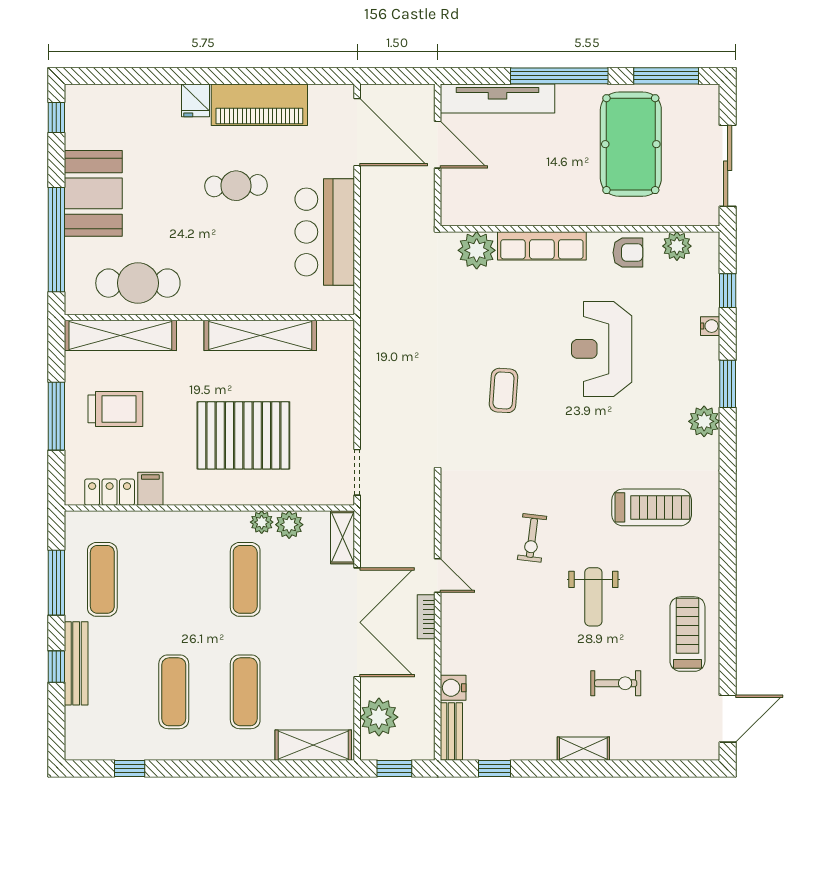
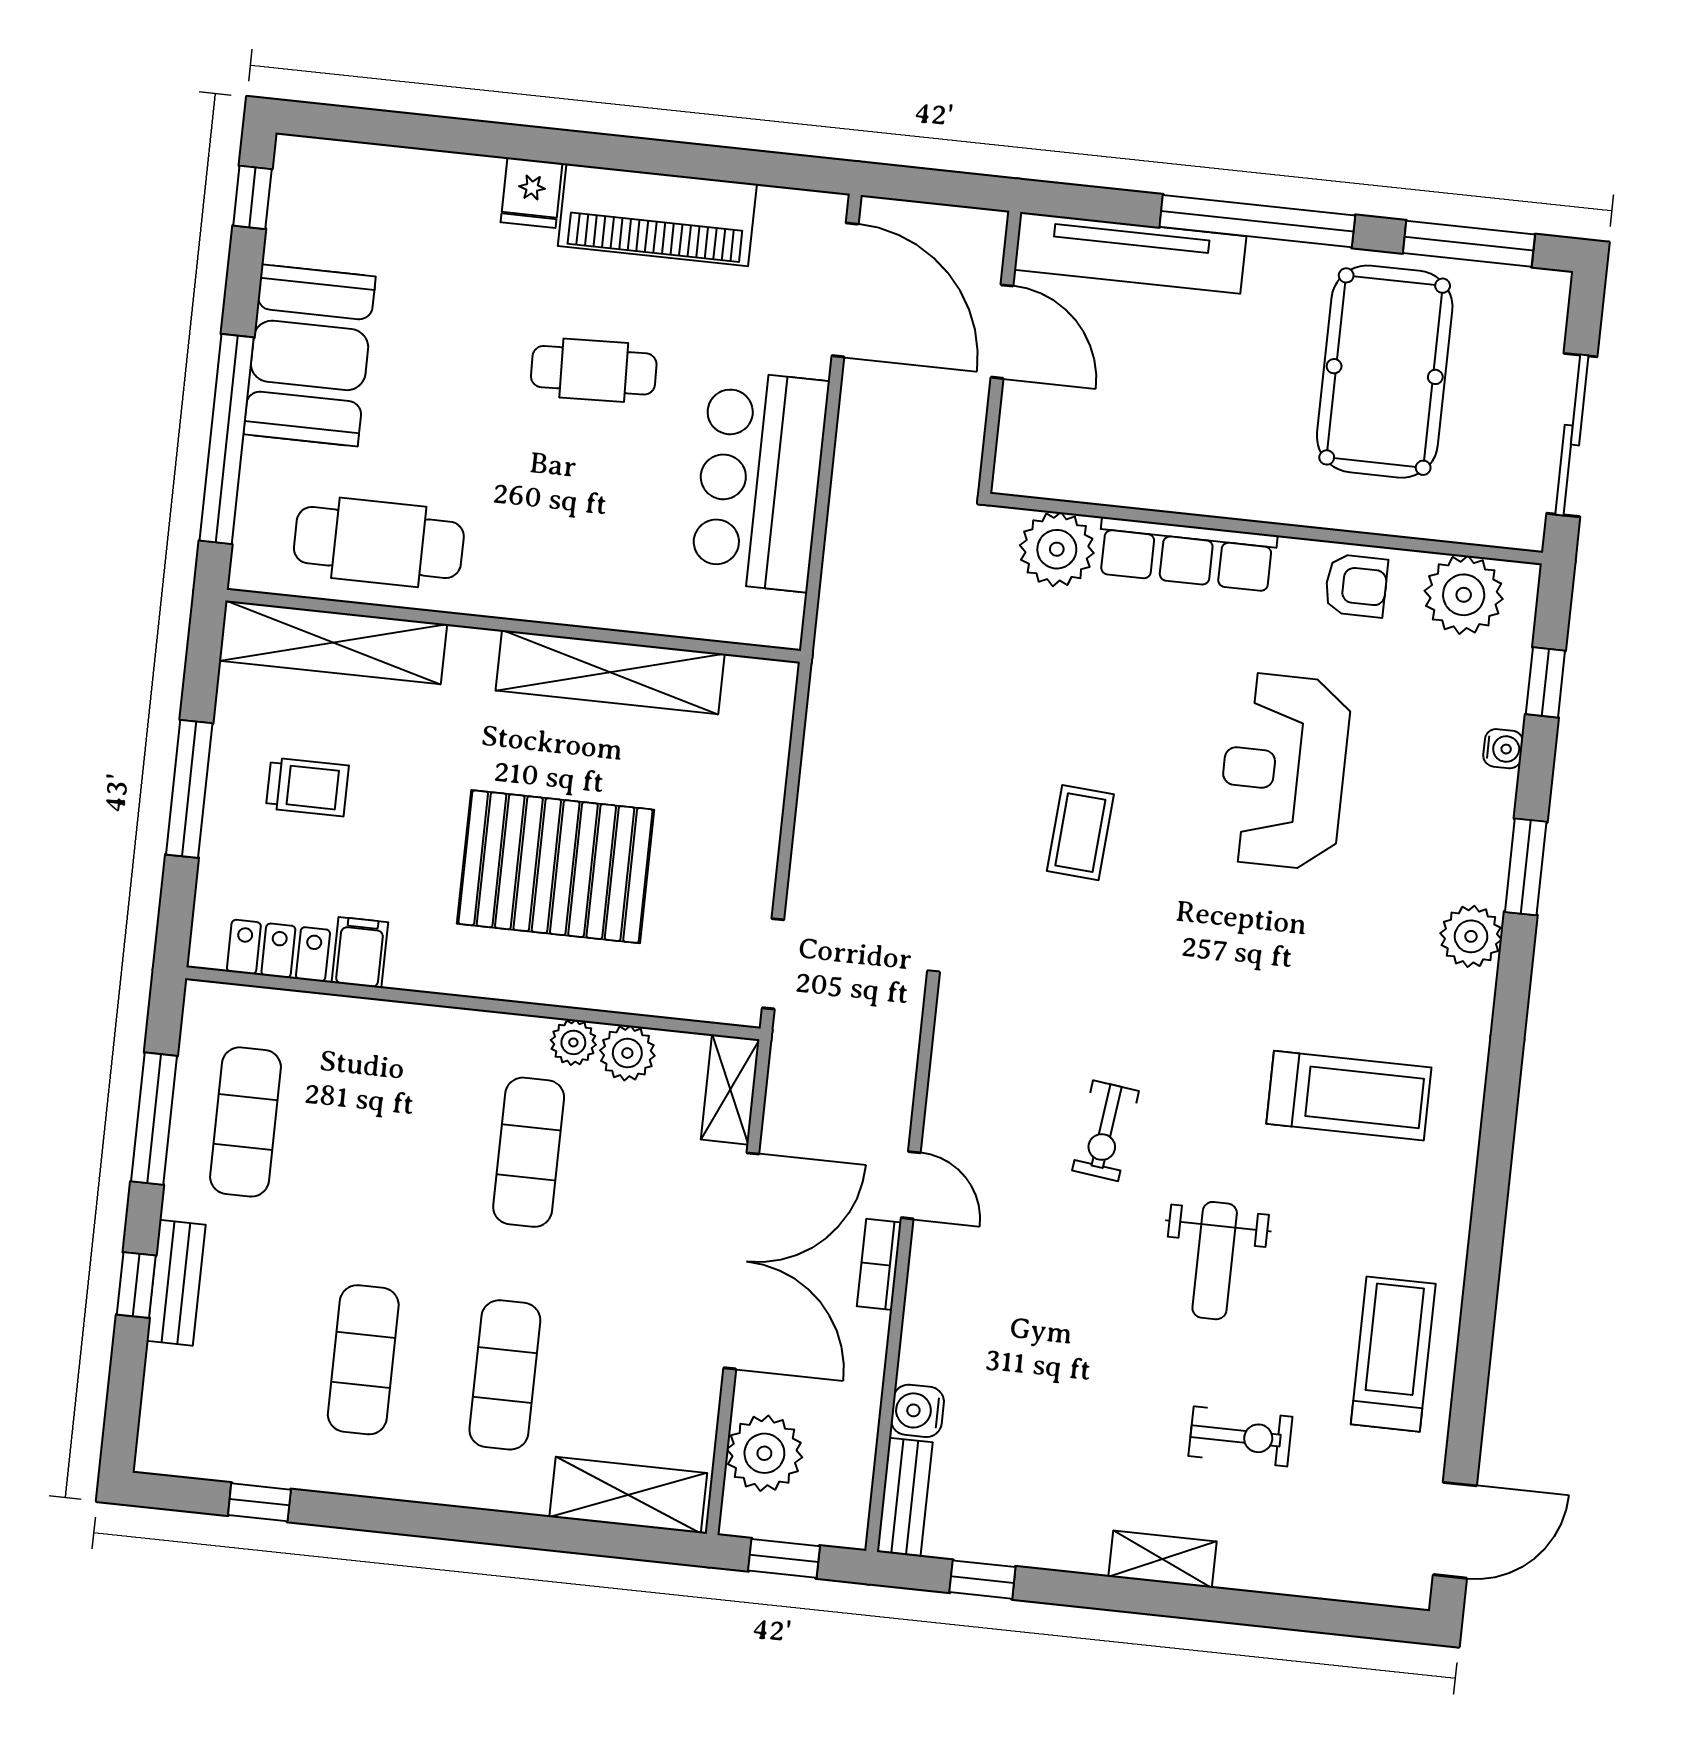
plant: (677, 246) -> (1464, 595), width x1.36, depth x1.36
trolley: (115, 409) -> (307, 787), width x0.73, depth x0.72
bench: (76, 663) -> (176, 1283), width x0.73

